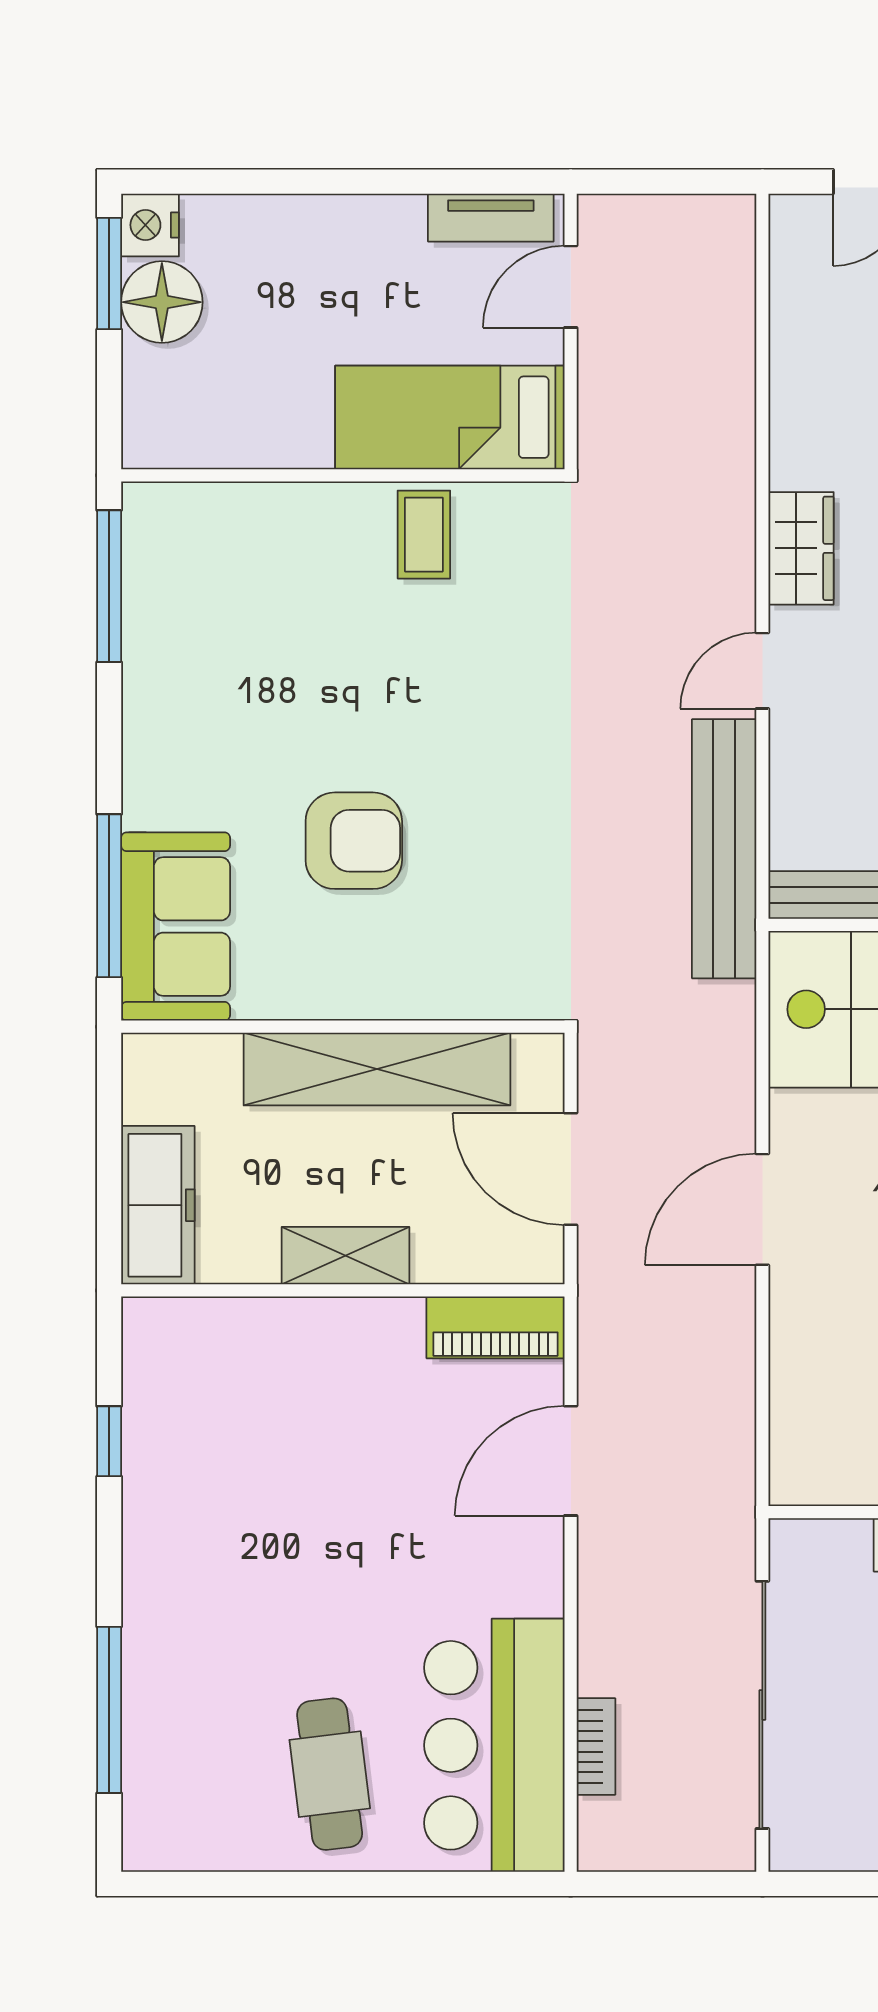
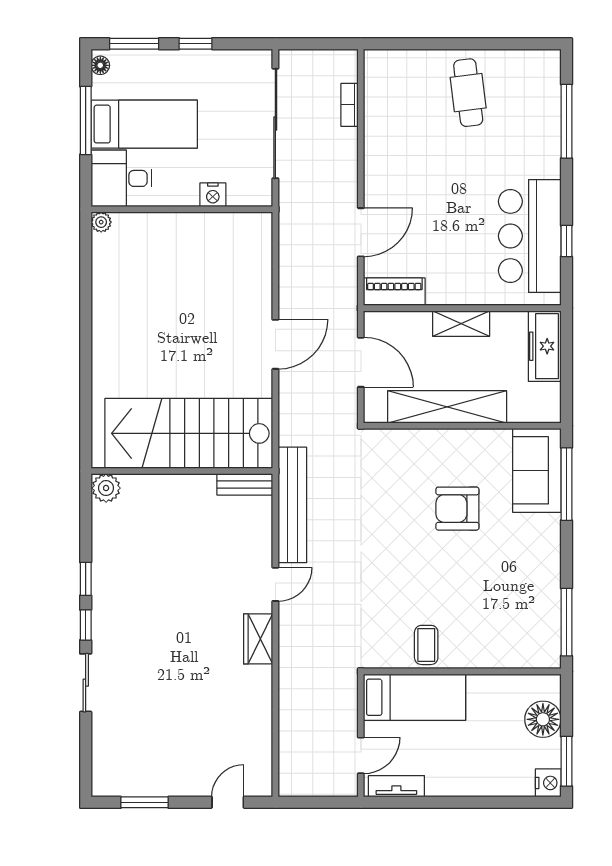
floor lamp: (162, 302) -> (543, 719), moved
bar counter: (494, 1745) -> (530, 236), moved, turned 180

